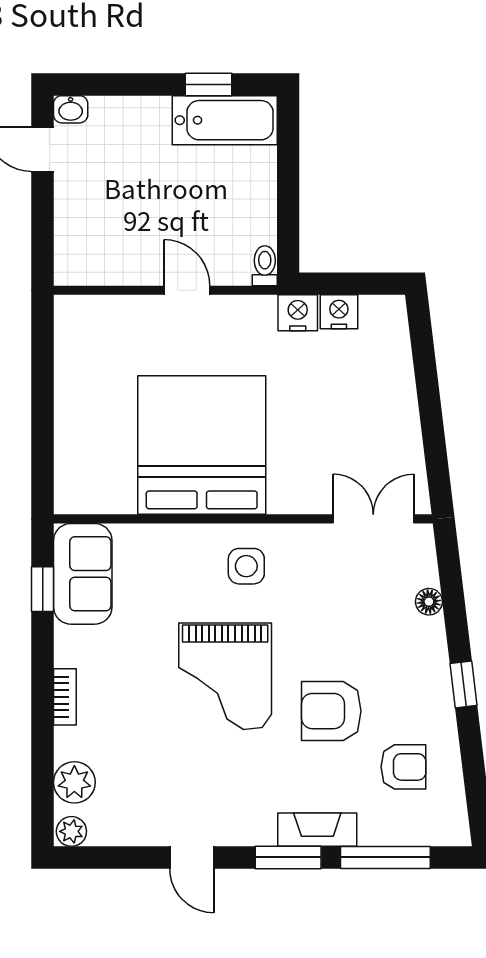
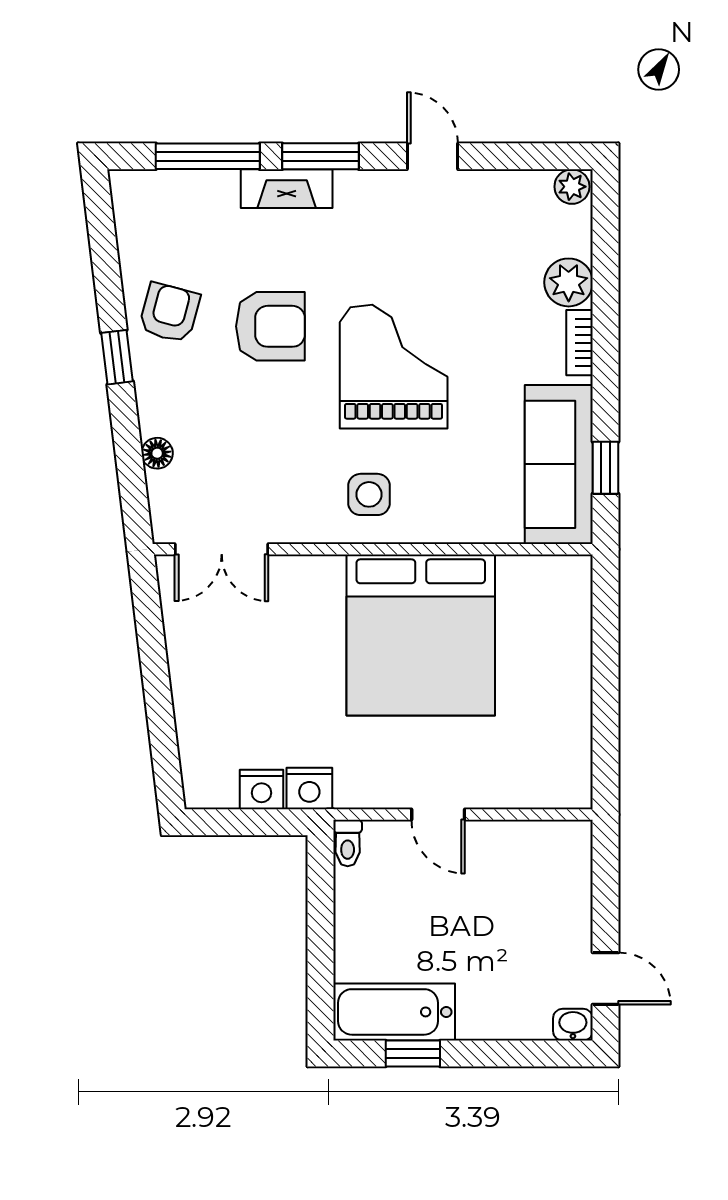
sofa: (83, 574) -> (559, 464), width x1.36
armchair: (403, 767) -> (169, 313), moved, turned 105
plant: (74, 782) -> (569, 282), moved

